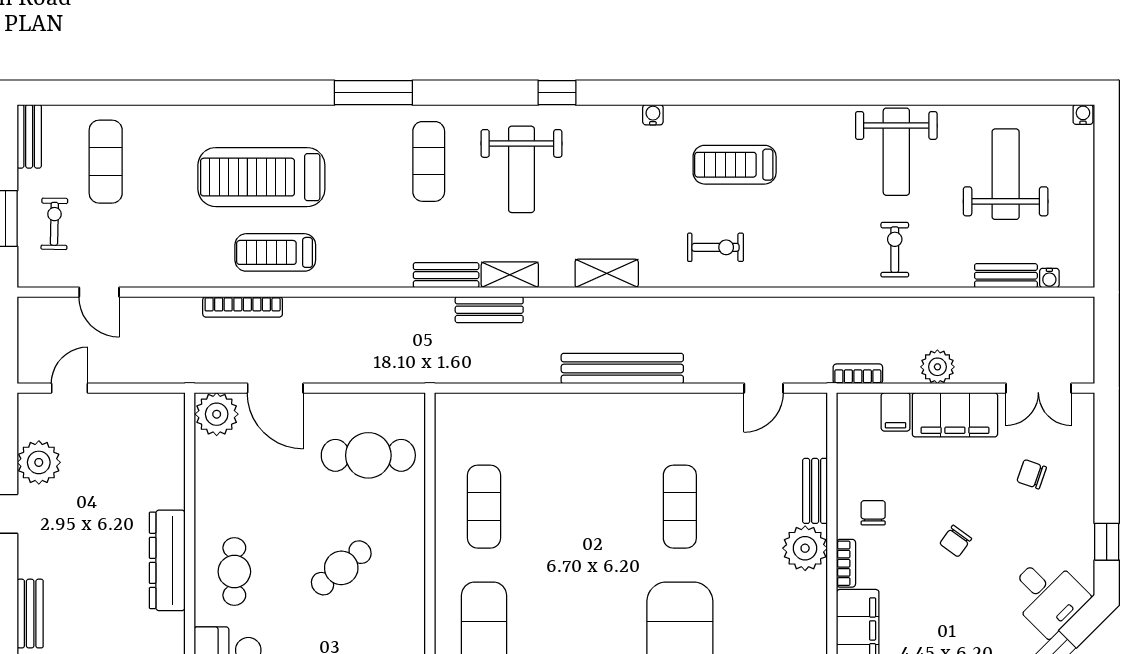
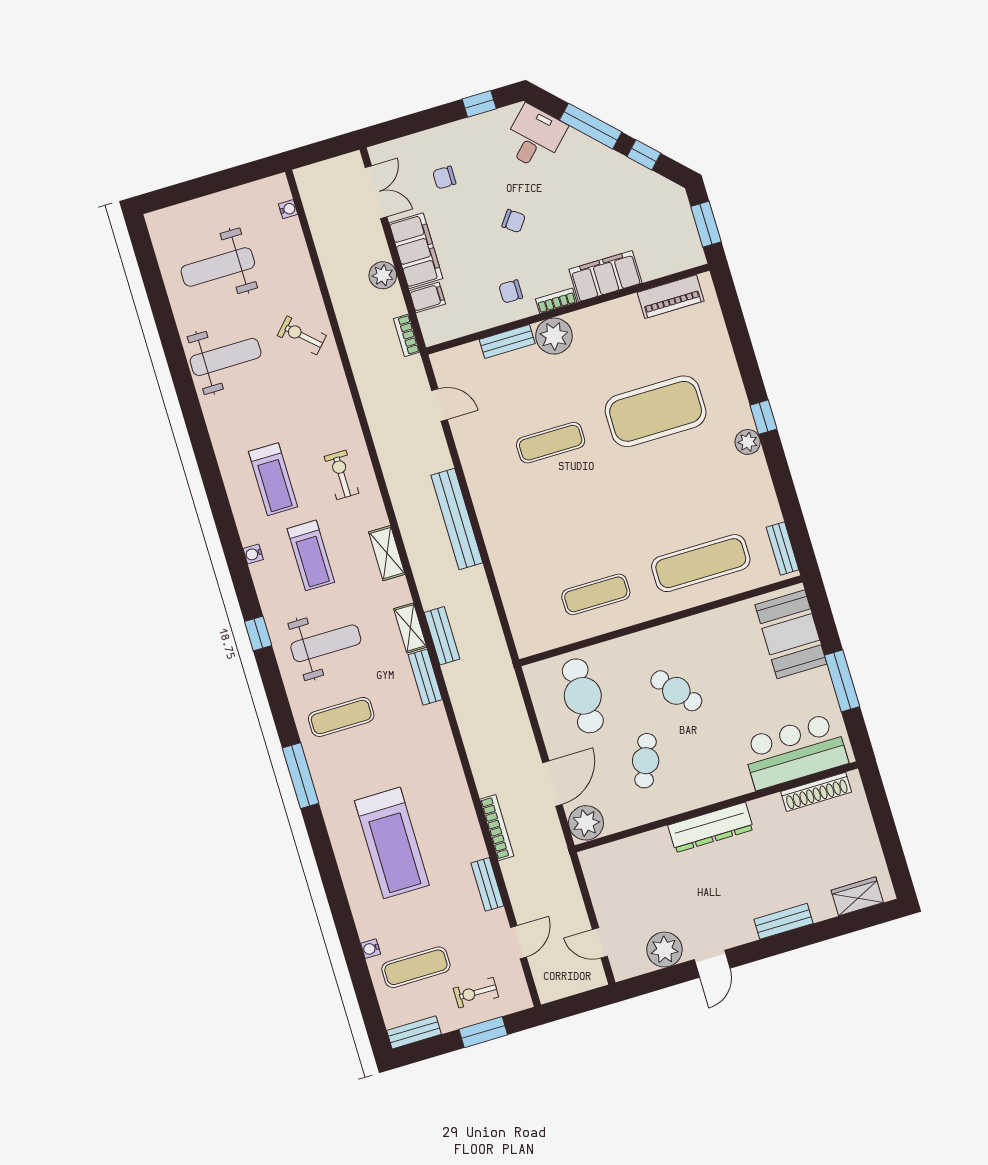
water cooler: (1083, 114) -> (371, 949), moved
exercise bike: (895, 250) -> (302, 335), turned 43
treadmill: (275, 252) -> (311, 555), moved
bench: (1006, 276) -> (487, 884), moved
chair: (1032, 474) -> (444, 178), turned 71
cafe table: (234, 572) -> (646, 761), moved, turned -69

